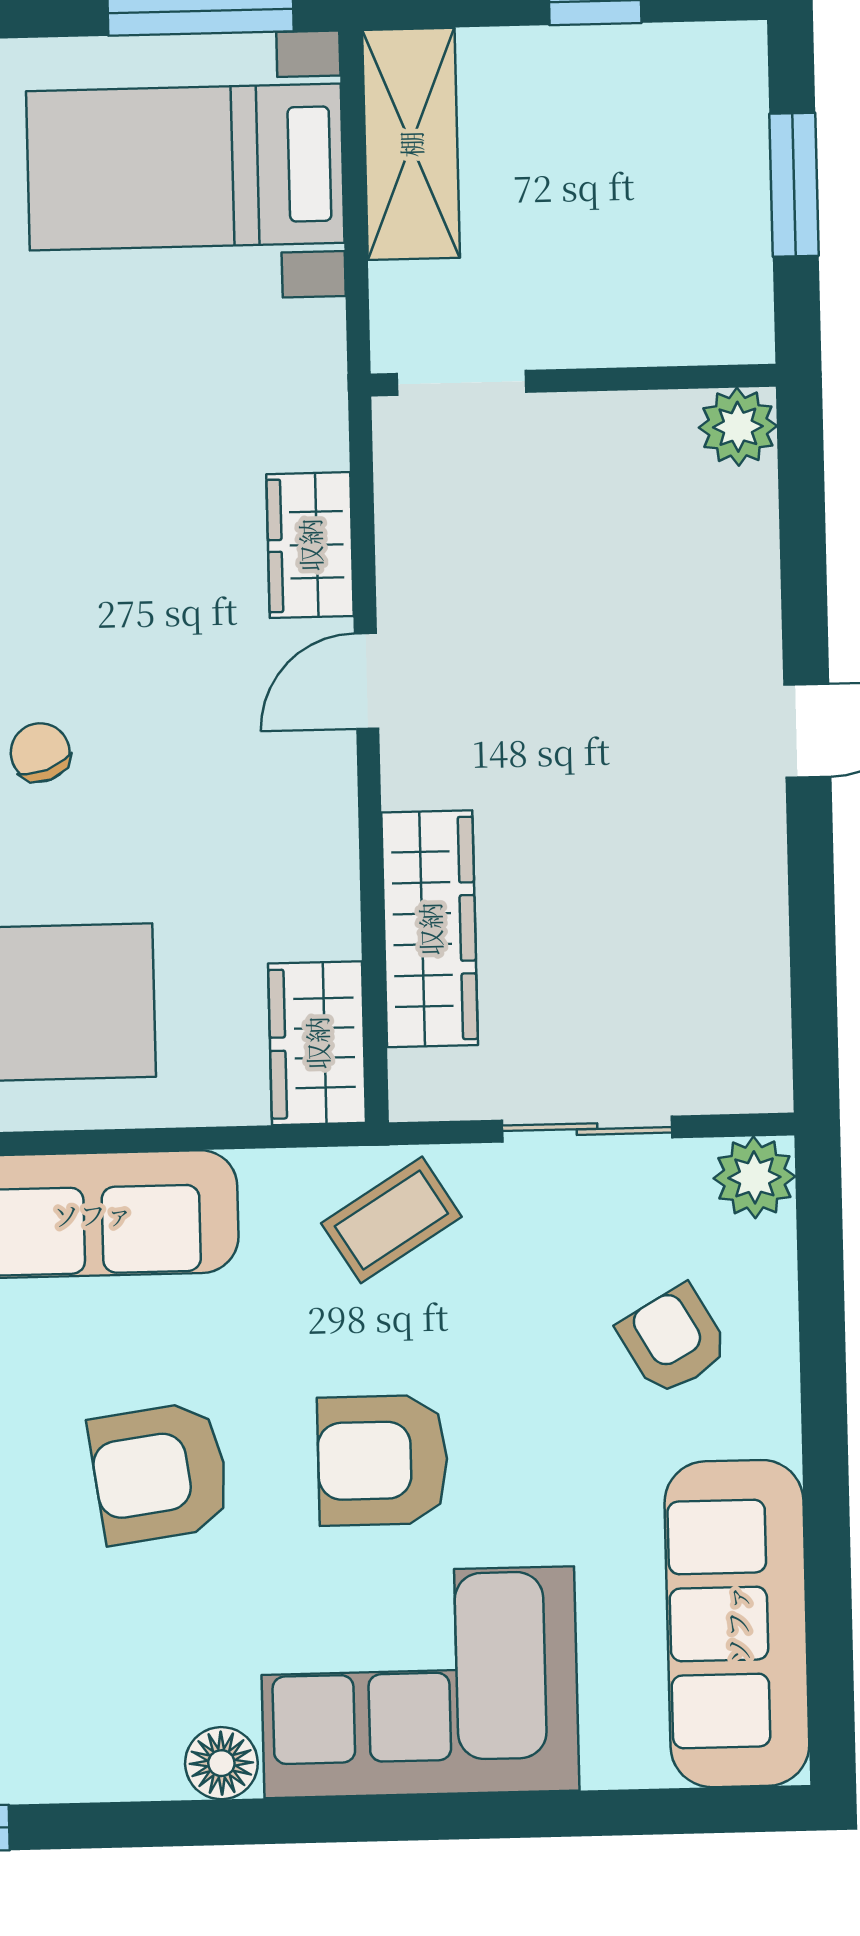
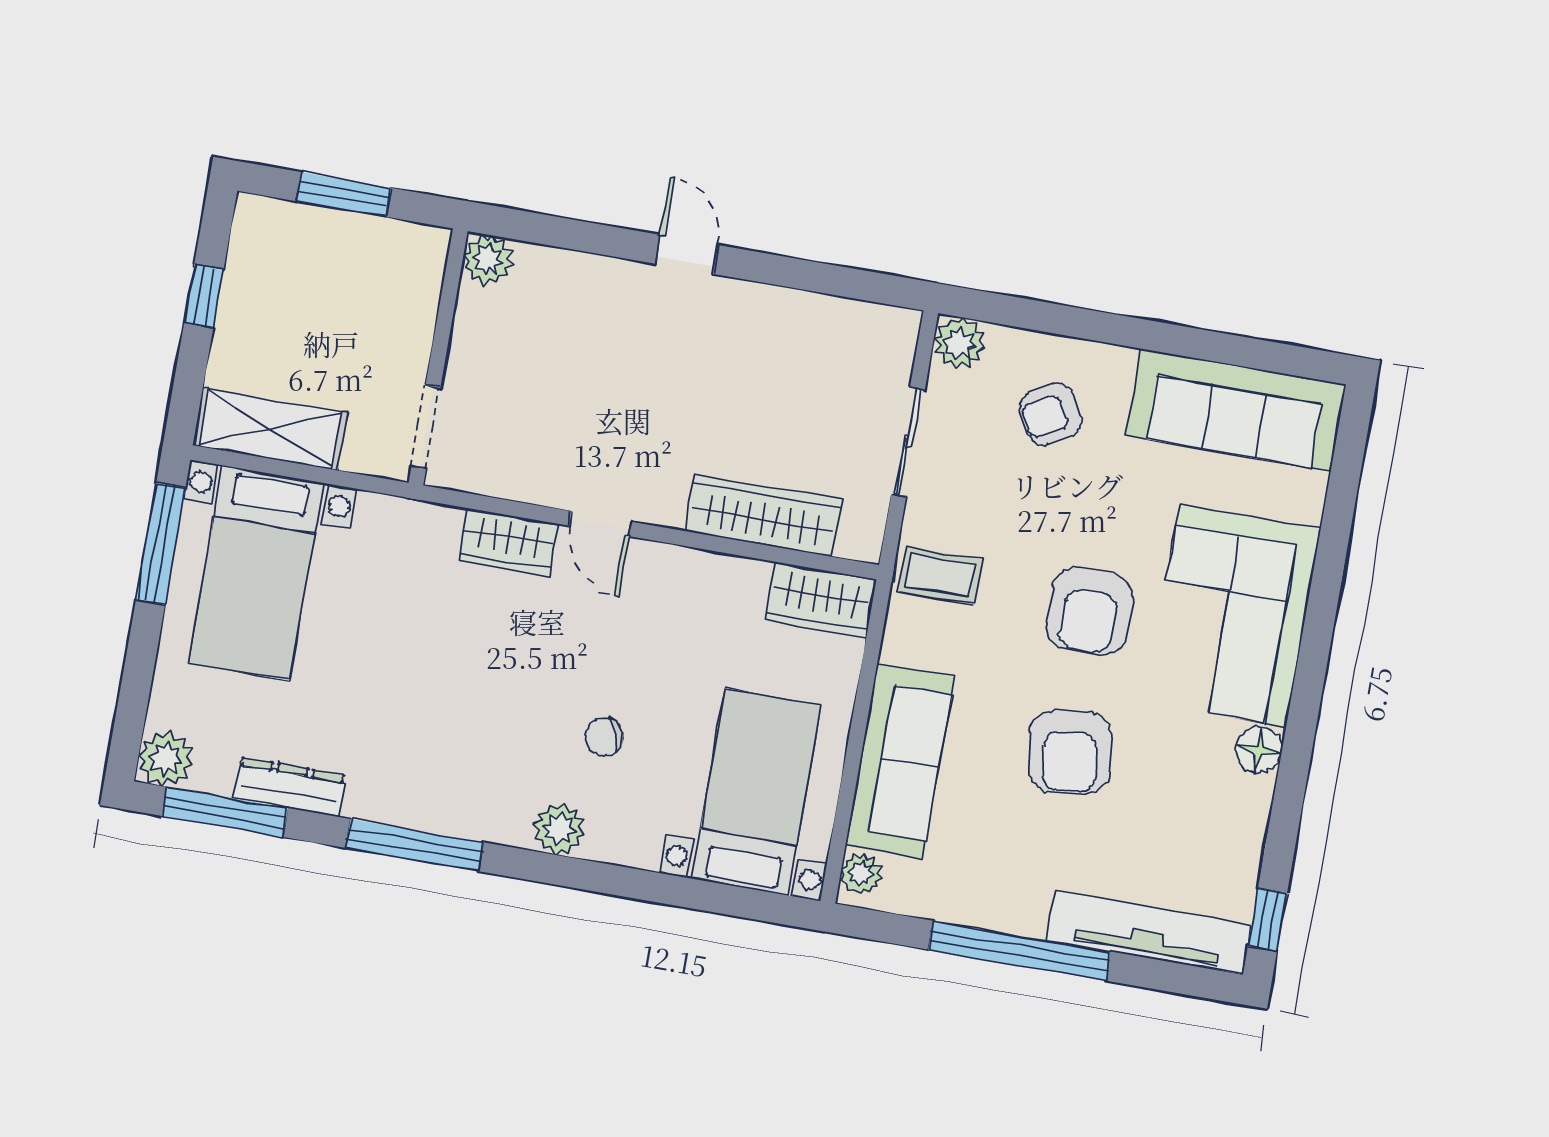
coffee table: (391, 1220) -> (941, 576), turned -58

